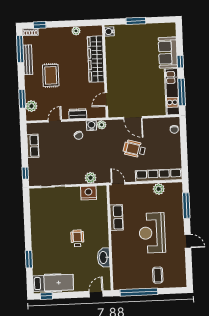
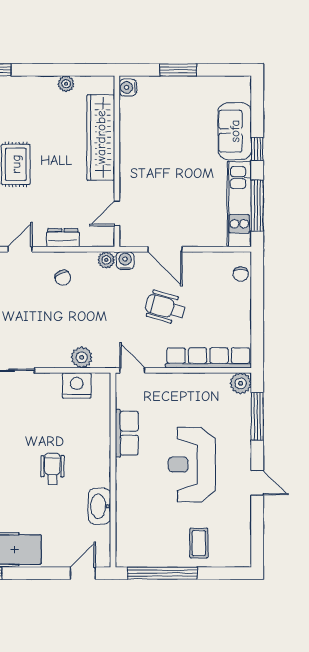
water cooler: (91, 126) -> (125, 261), moved
plant: (159, 189) -> (241, 383), moved

